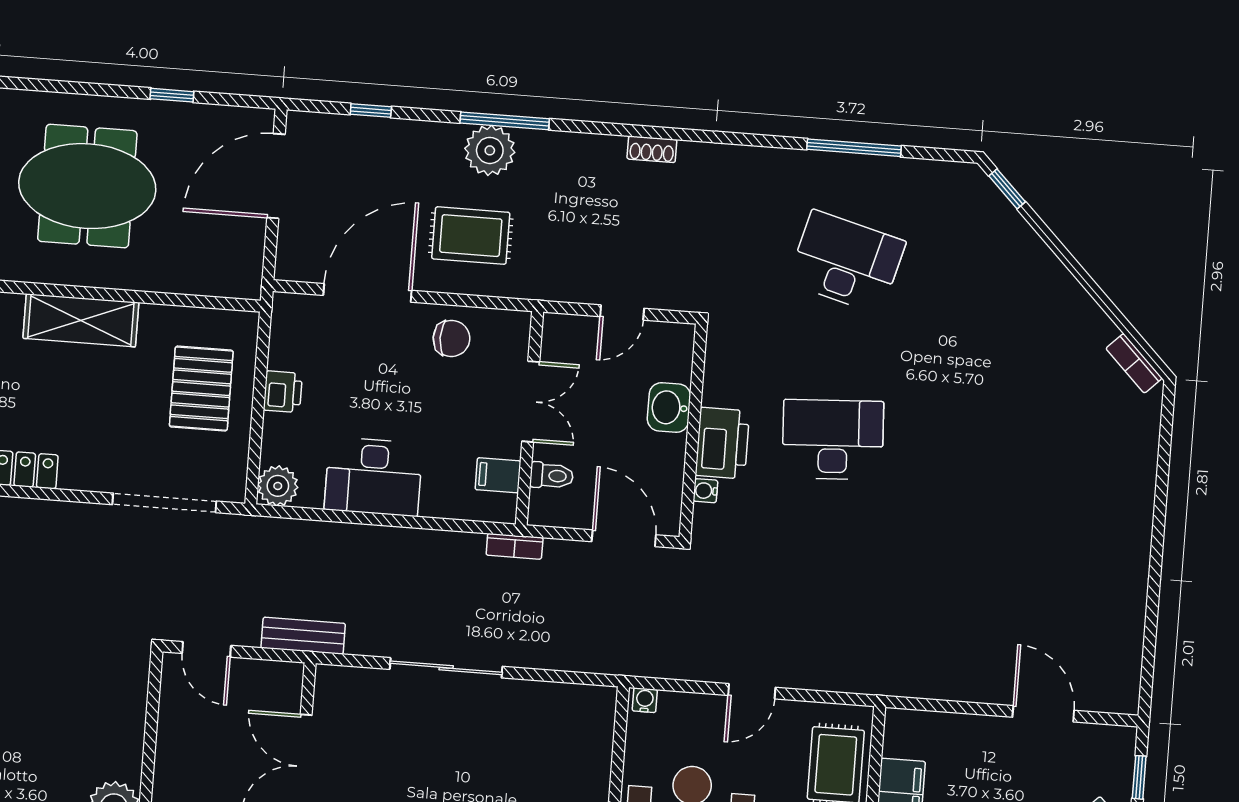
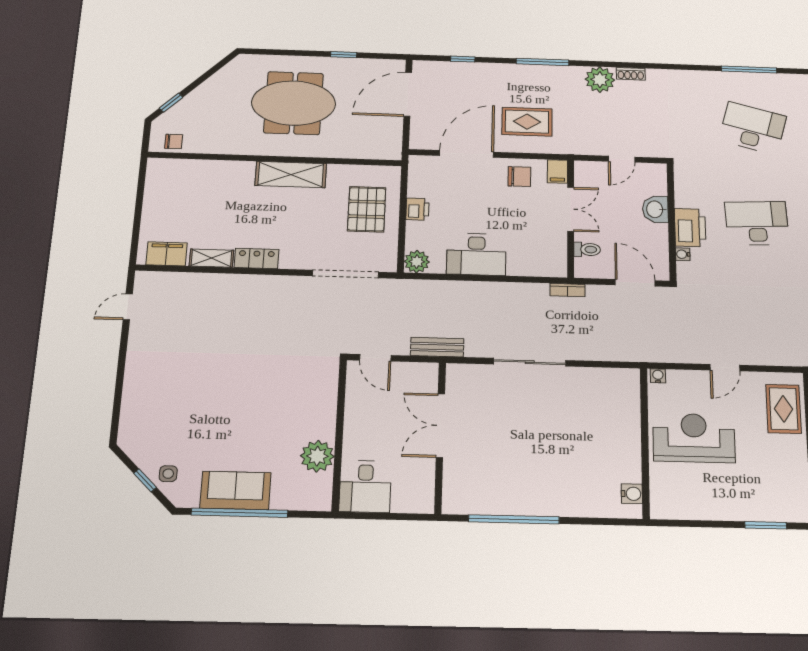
plant: (490, 150) -> (600, 80), moved
filing cabinet: (498, 475) -> (557, 171), moved, turned -90

